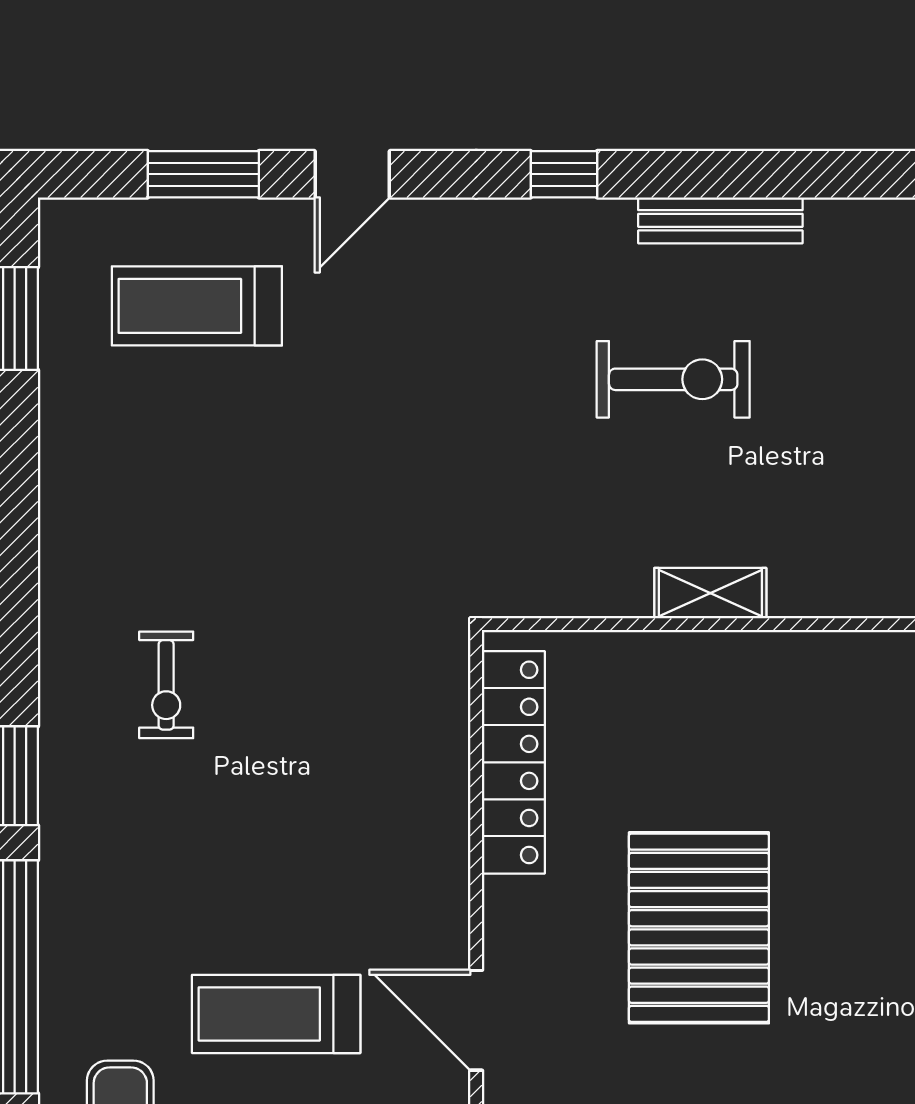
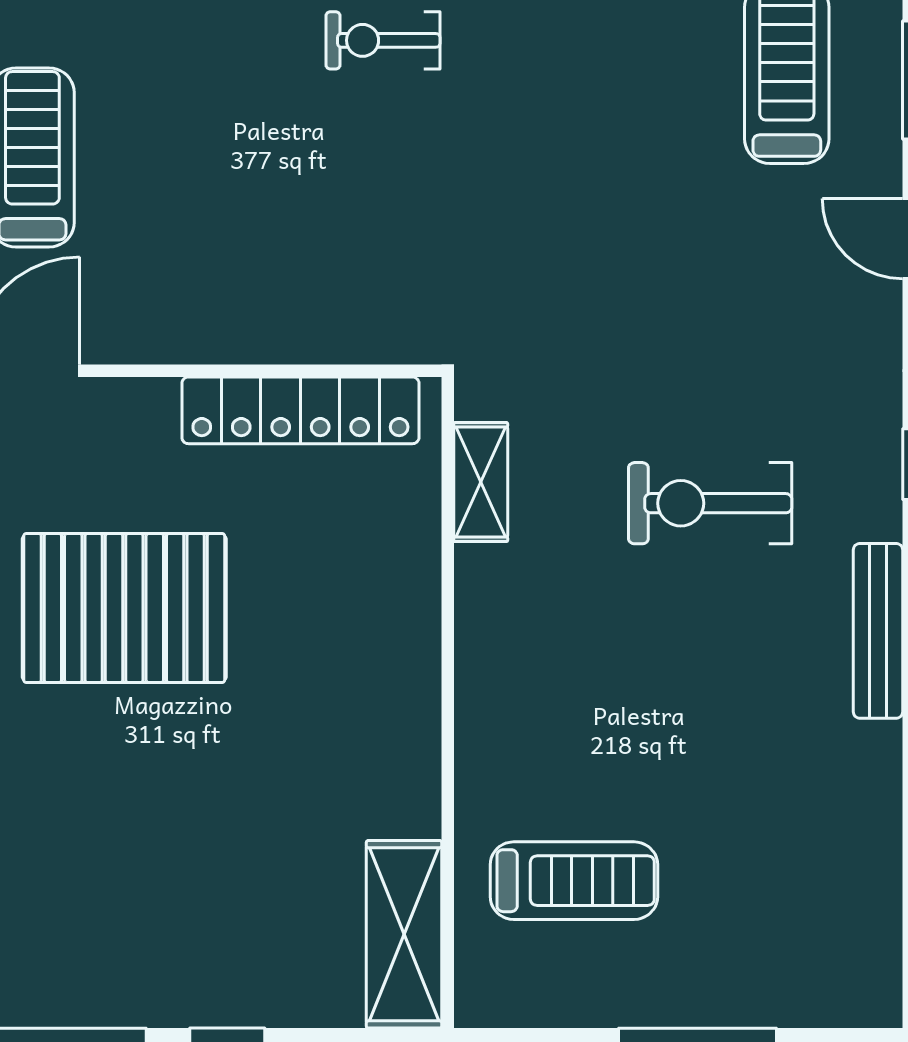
exercise bike: (673, 379) -> (710, 503), moved, turned 90
shelving: (710, 593) -> (481, 482), moved

